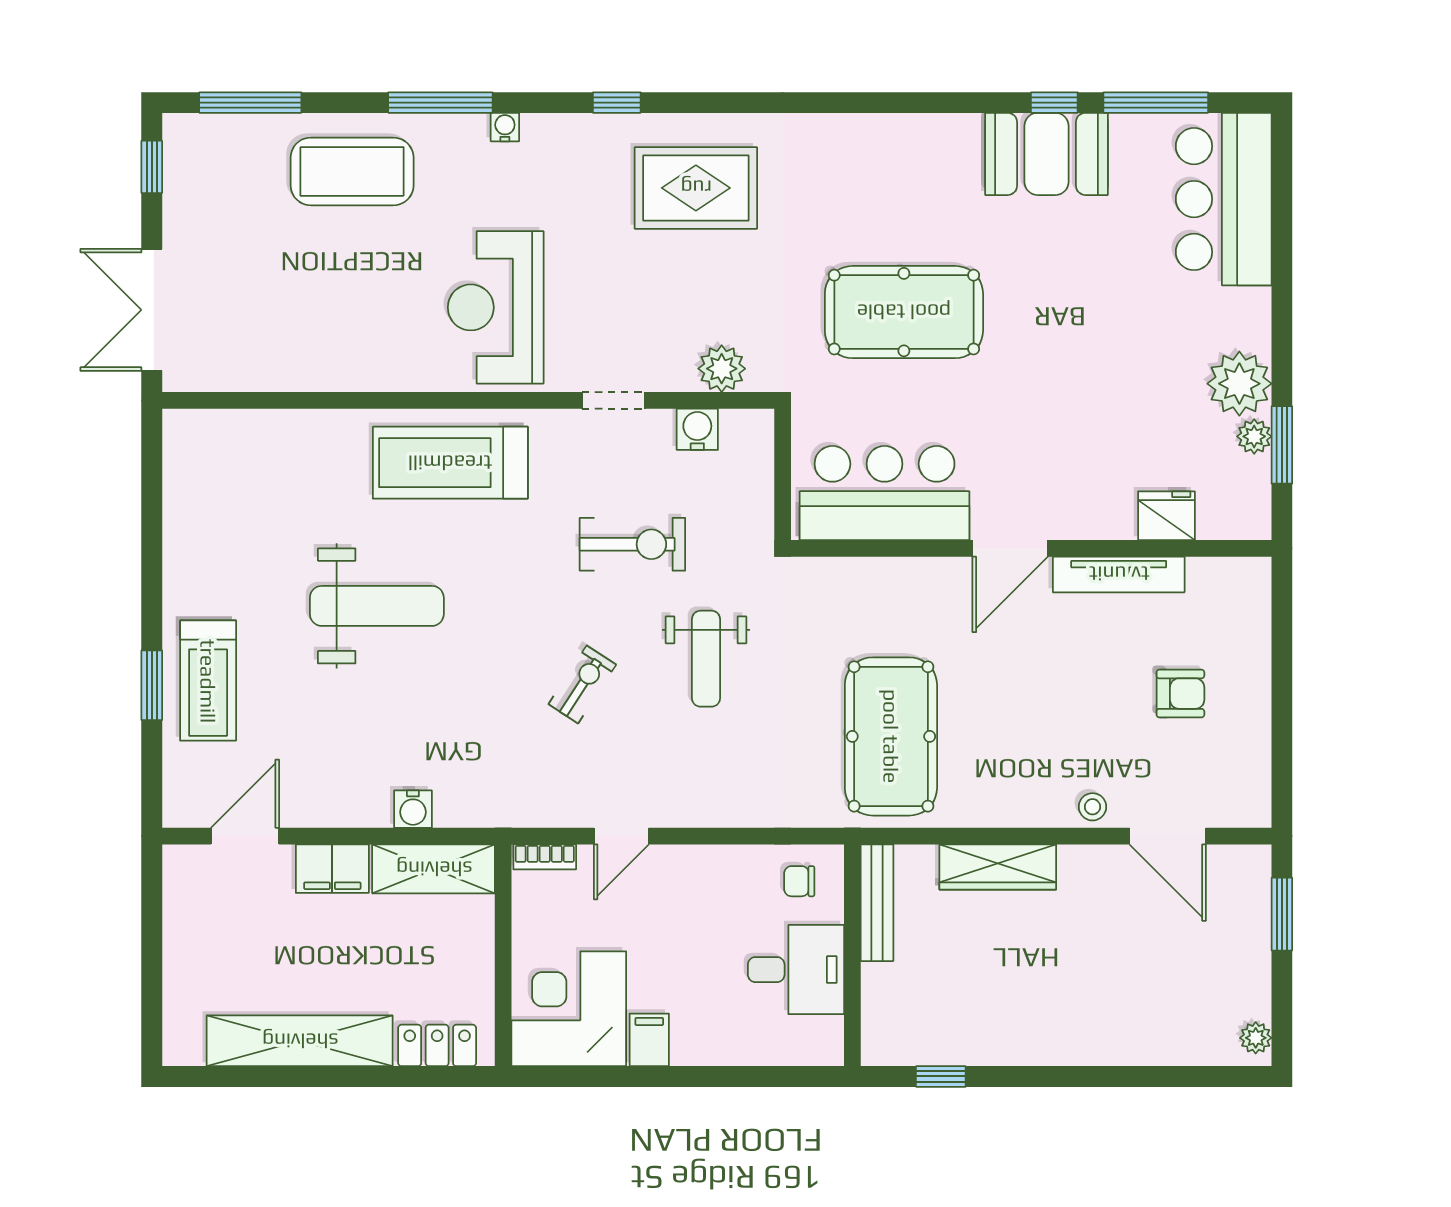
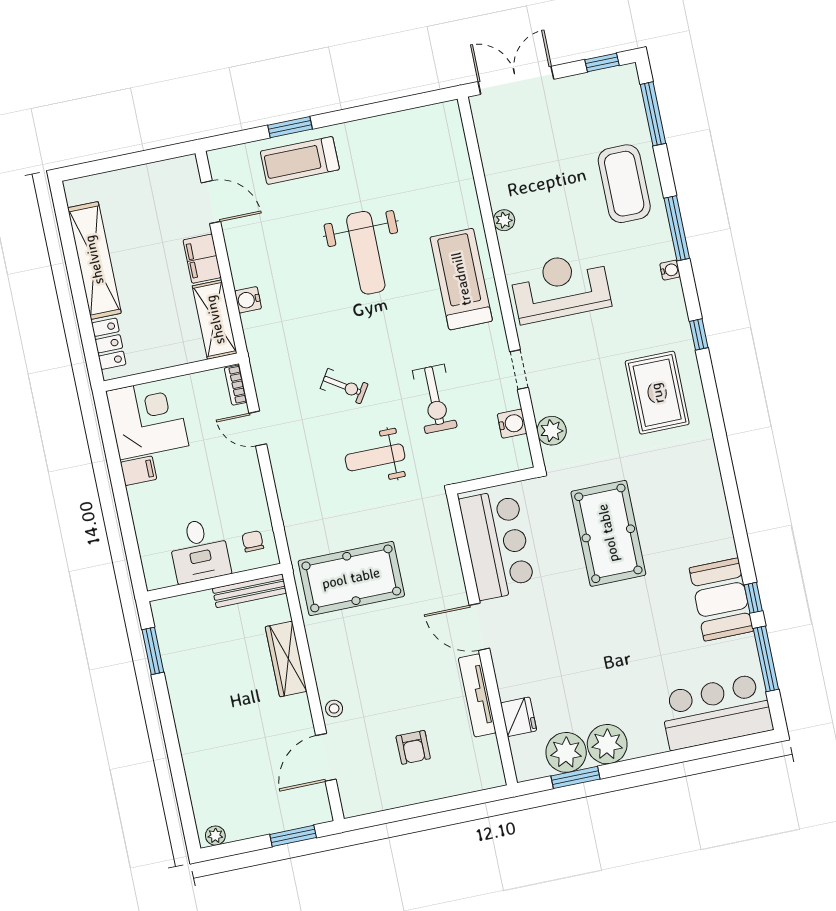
plant: (371, 375) -> (504, 220), added
plant: (1254, 436) -> (566, 752), width x1.87, depth x1.87
window: (941, 1076) -> (153, 651), width x1.50

